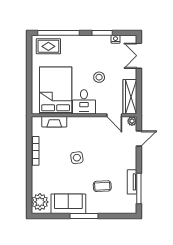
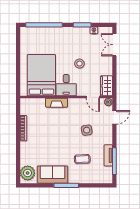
rug: (48, 46) -> (35, 36), removed
wardrobe: (130, 97) -> (106, 86), width x0.67
fireplace: (54, 122) -> (57, 103), moved
side table: (77, 158) -> (87, 130), moved

